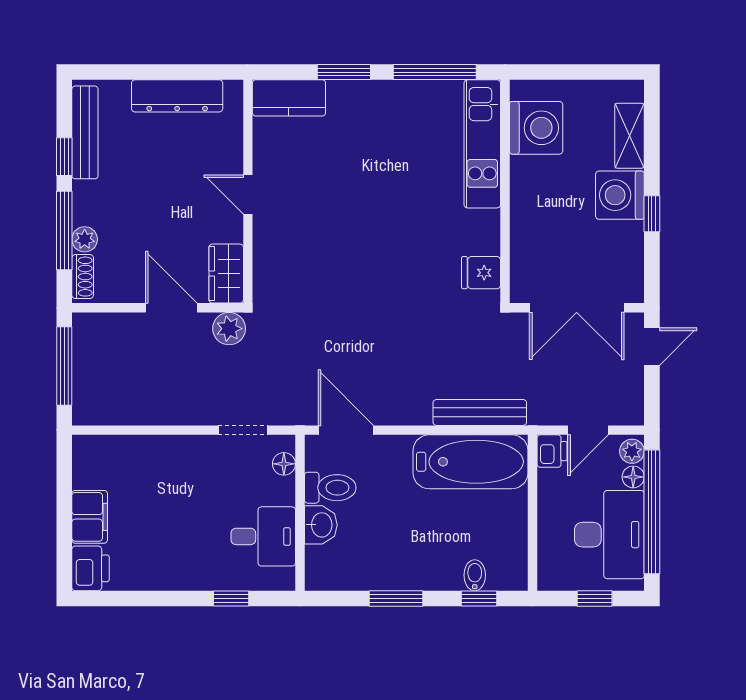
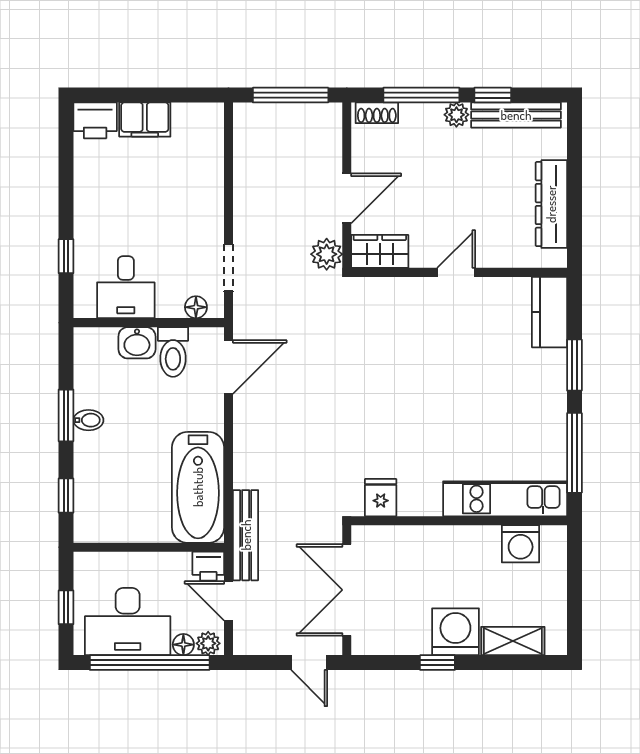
washing machine: (536, 128) -> (521, 544), width x0.73, depth x0.73
plant: (85, 239) -> (456, 115), moved
bench: (480, 412) -> (246, 535), moved
bidet: (475, 575) -> (88, 420), moved

